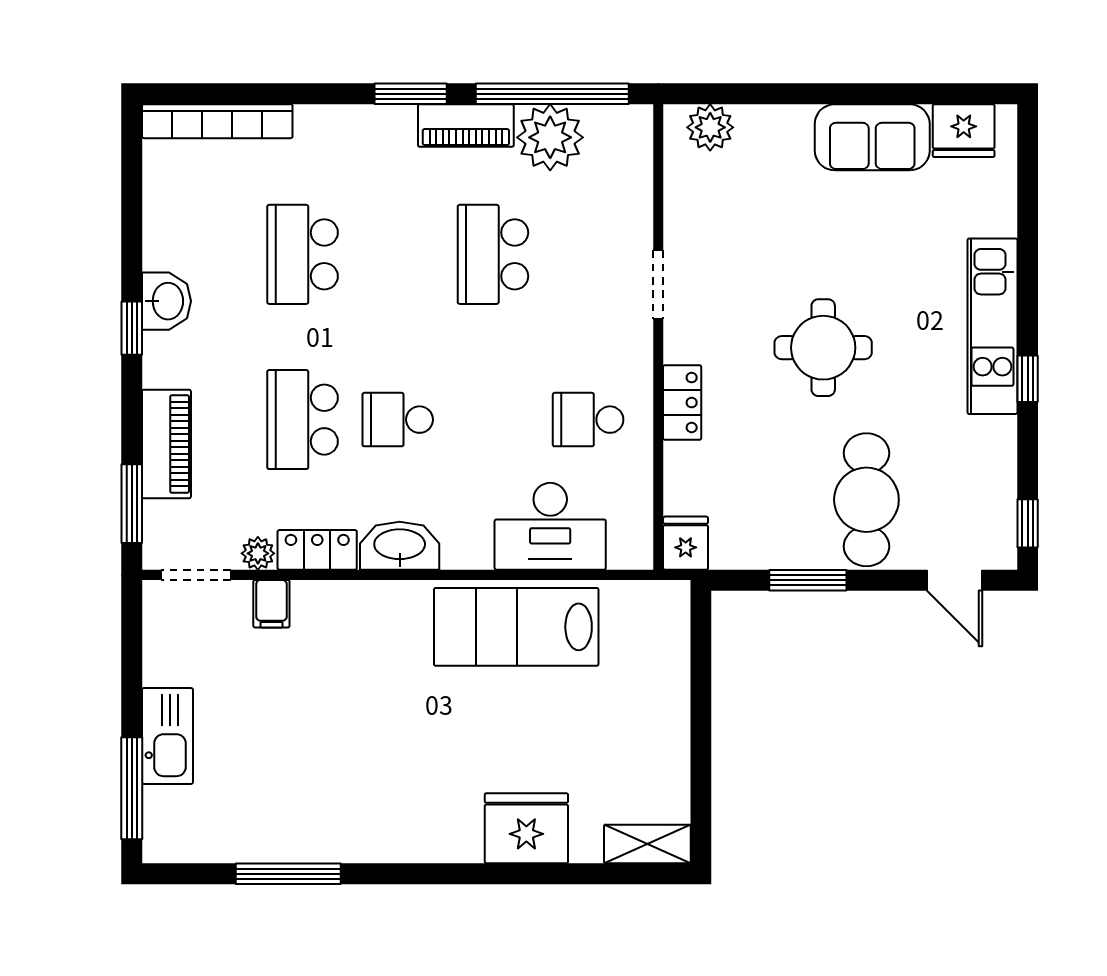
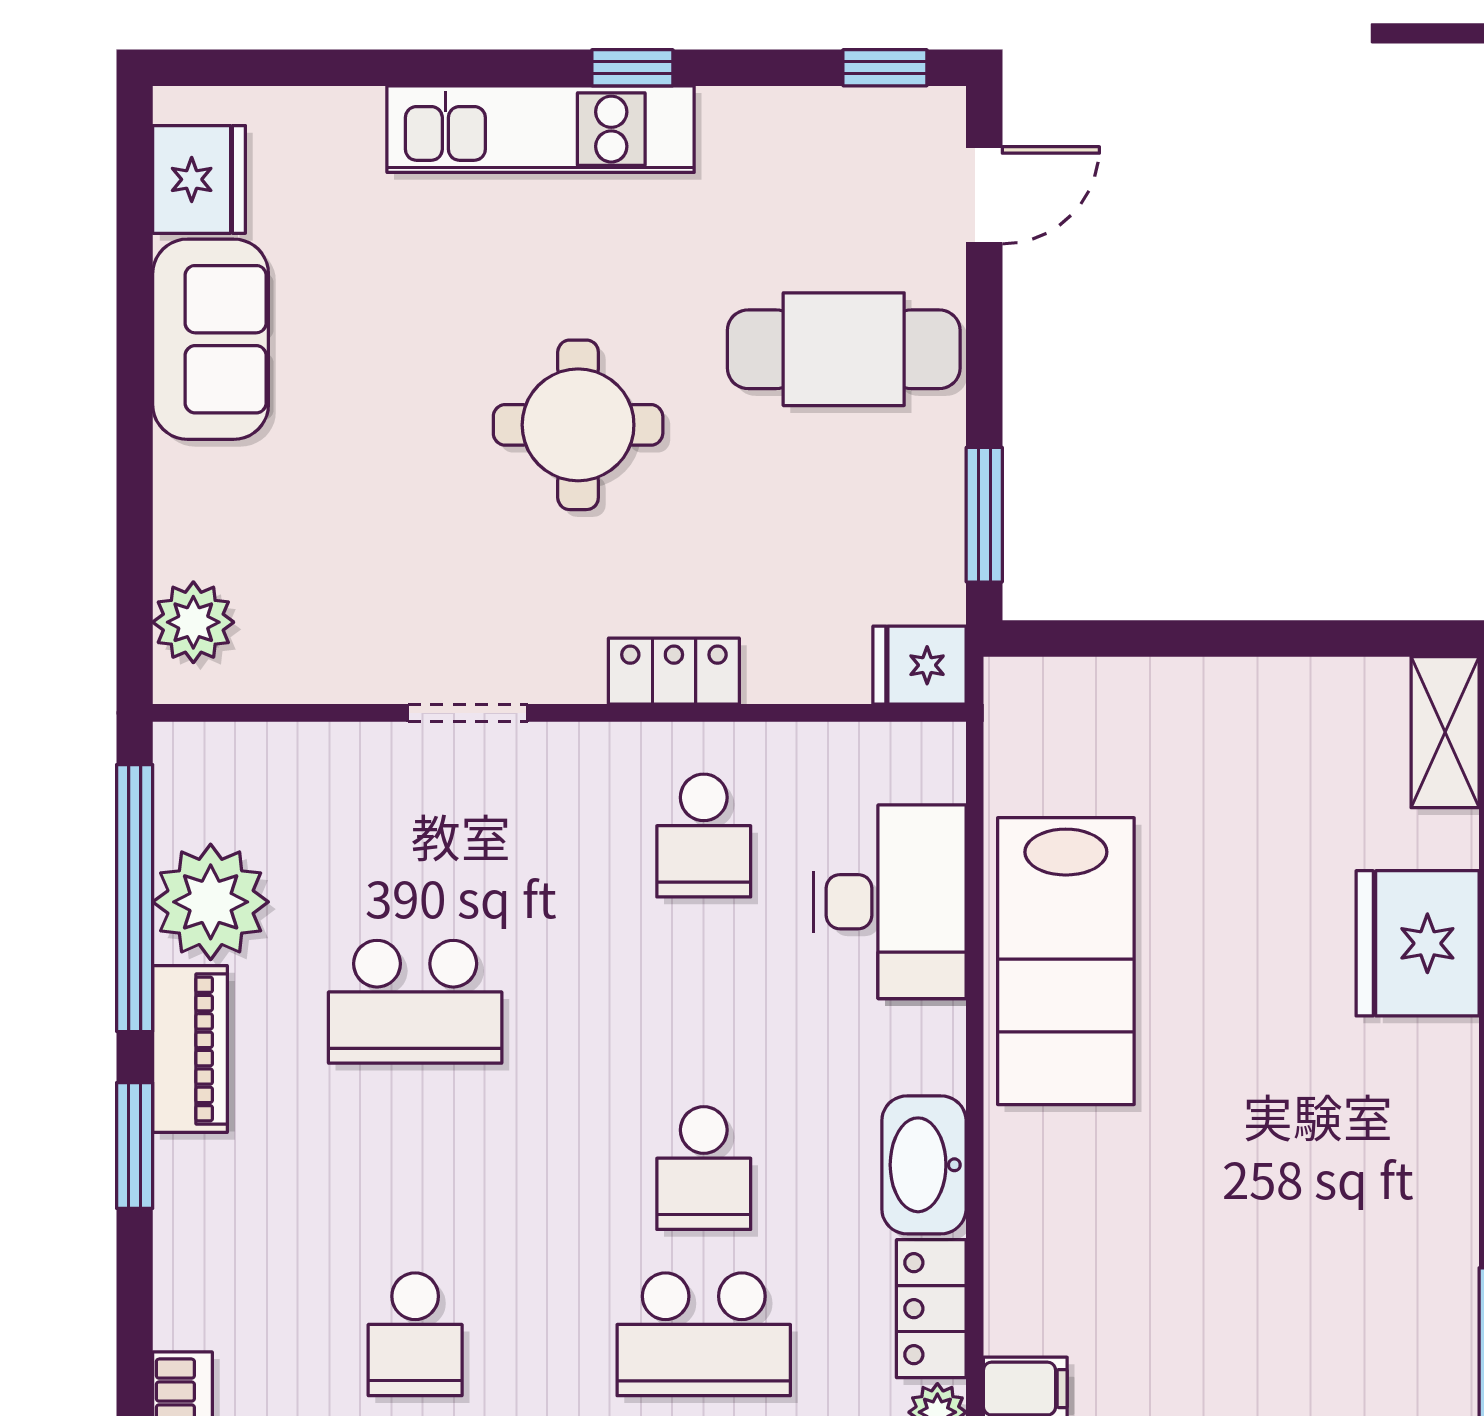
school desk: (303, 254) -> (415, 1334), width x0.54
window: (808, 580) -> (984, 515), moved

